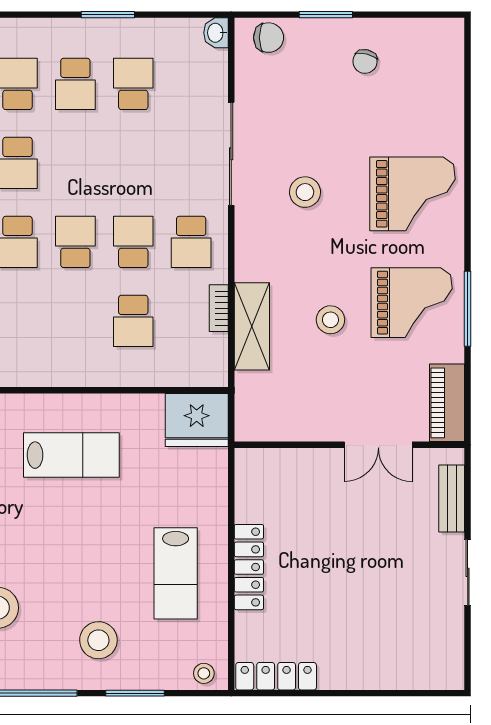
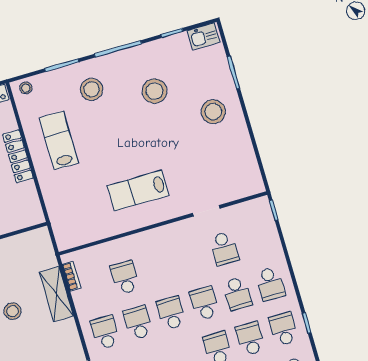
school desk: (75, 242) -> (171, 313), turned 180
school desk: (133, 242) -> (138, 323), turned 180
bookcase: (219, 308) -> (72, 276), moved
fridge: (197, 420) -> (72, 232), removed

